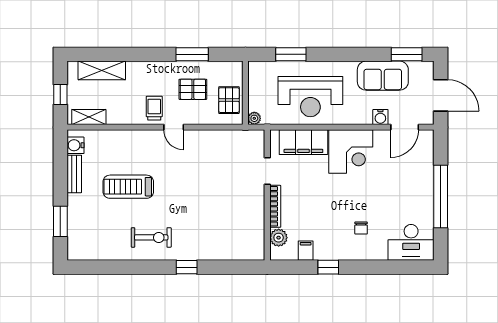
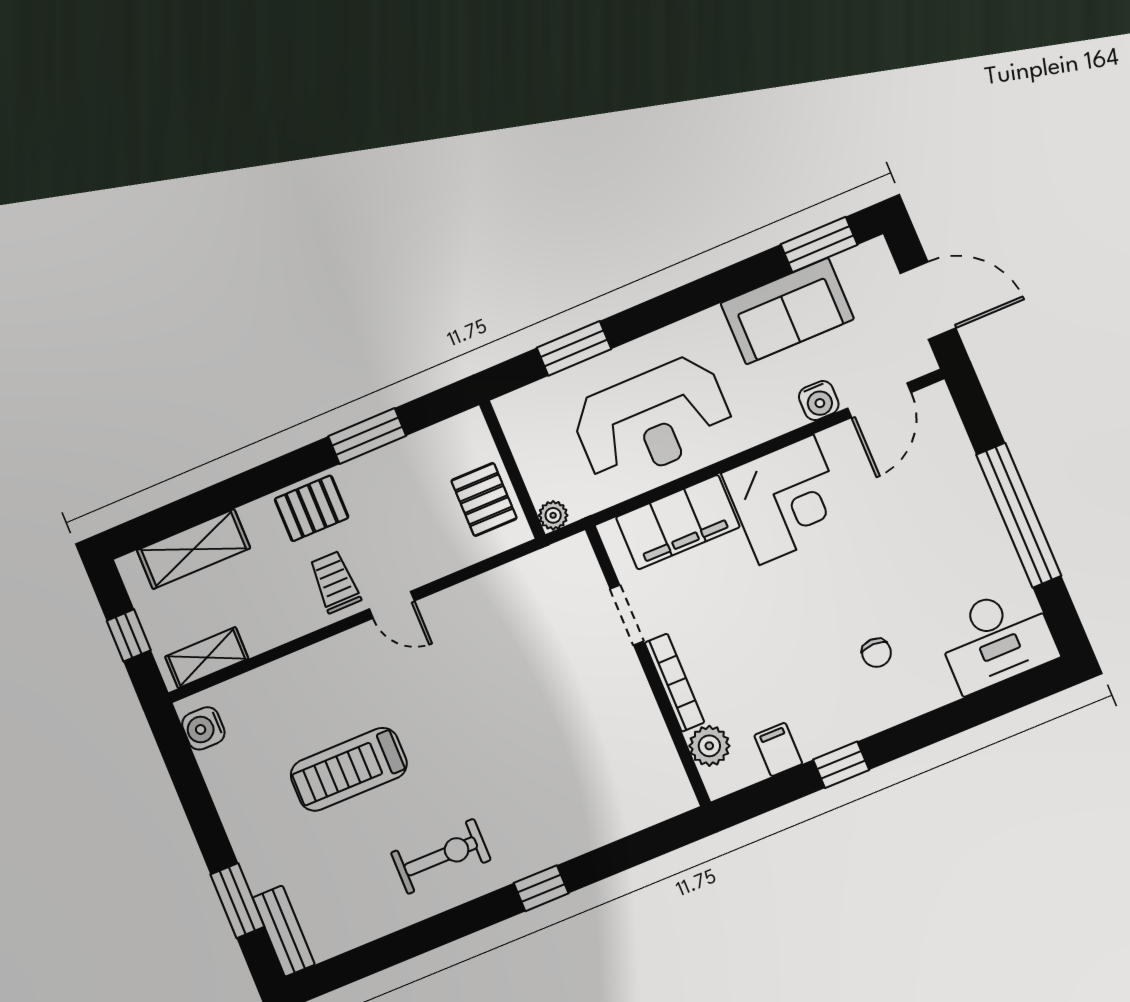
pallet: (193, 89) -> (312, 508), moved
bench: (74, 174) -> (284, 931), moved

